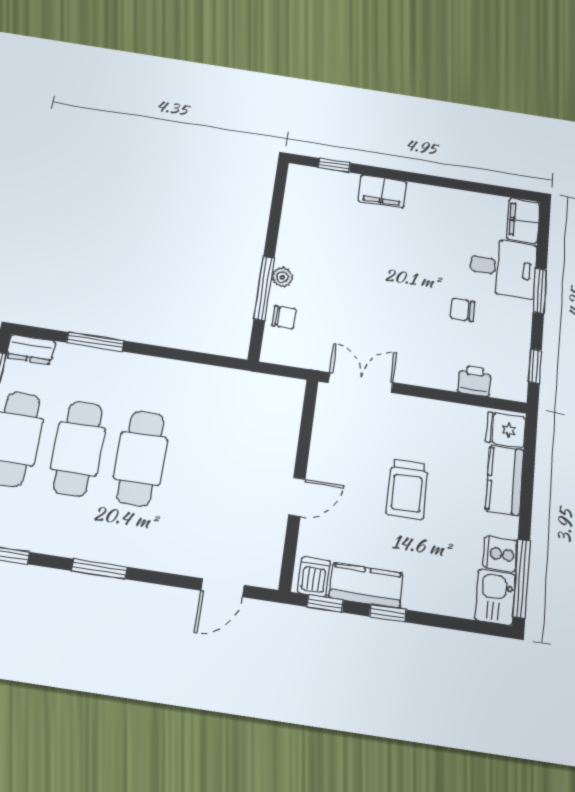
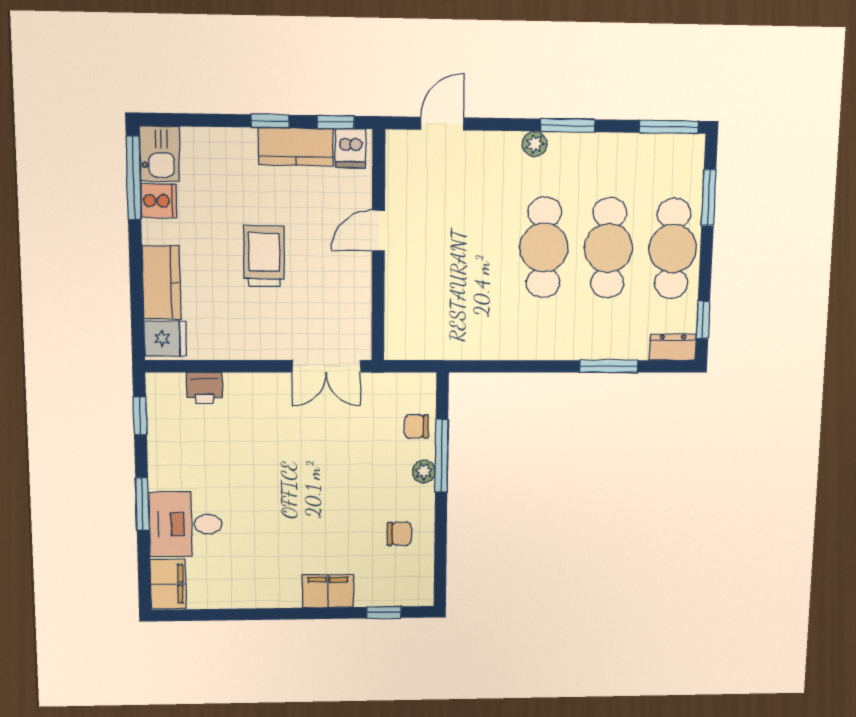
chair: (462, 310) -> (399, 534), moved
plant: (135, 556) -> (535, 144), added

